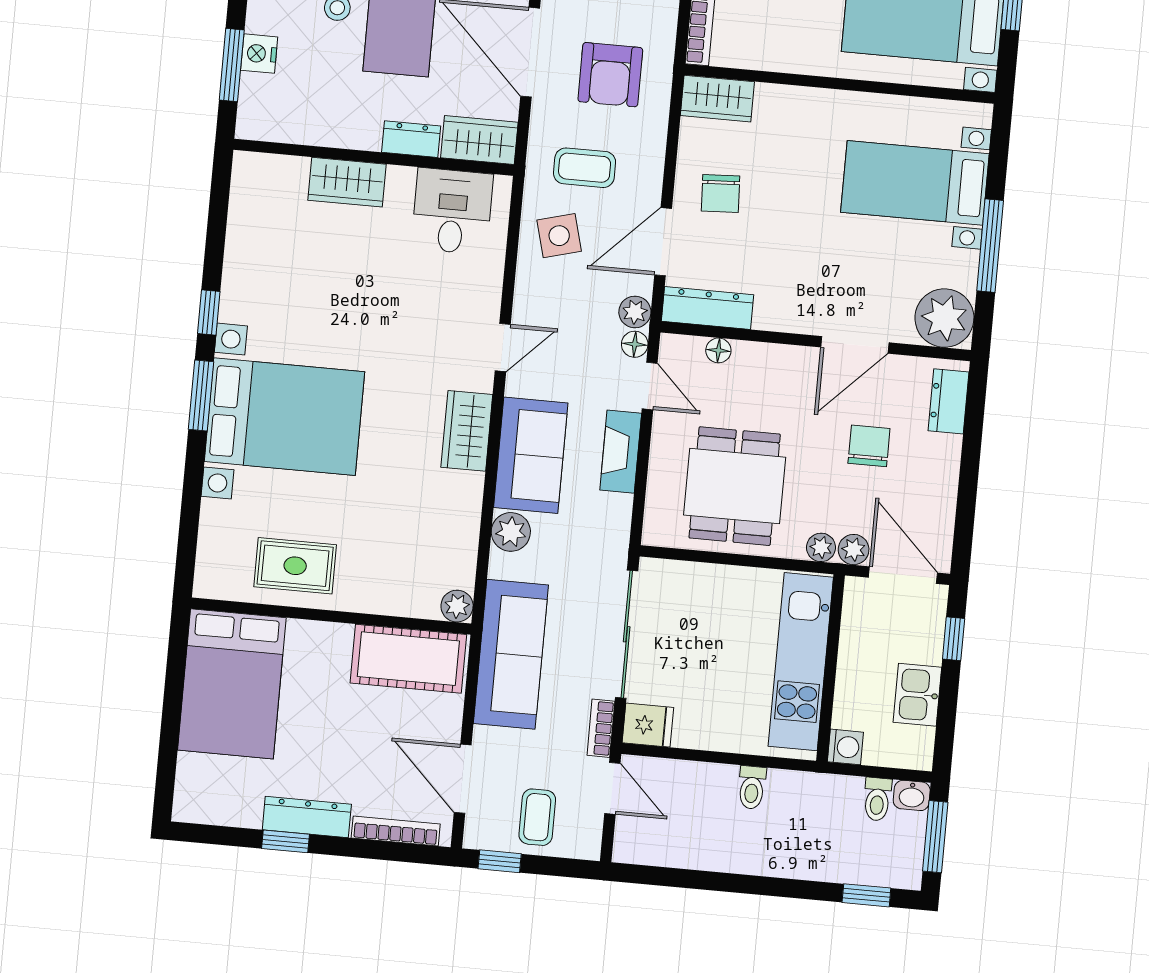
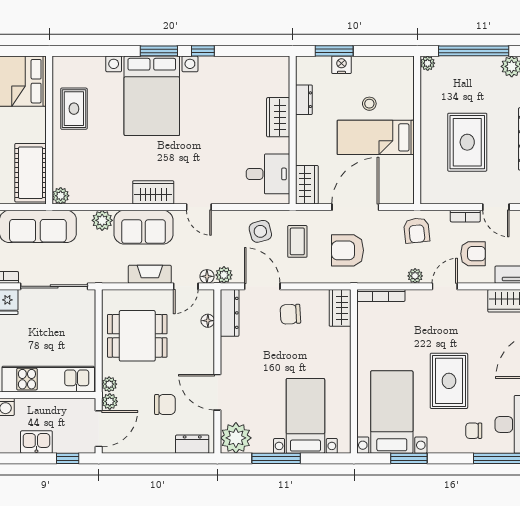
dresser: (411, 139) -> (304, 100), moved

